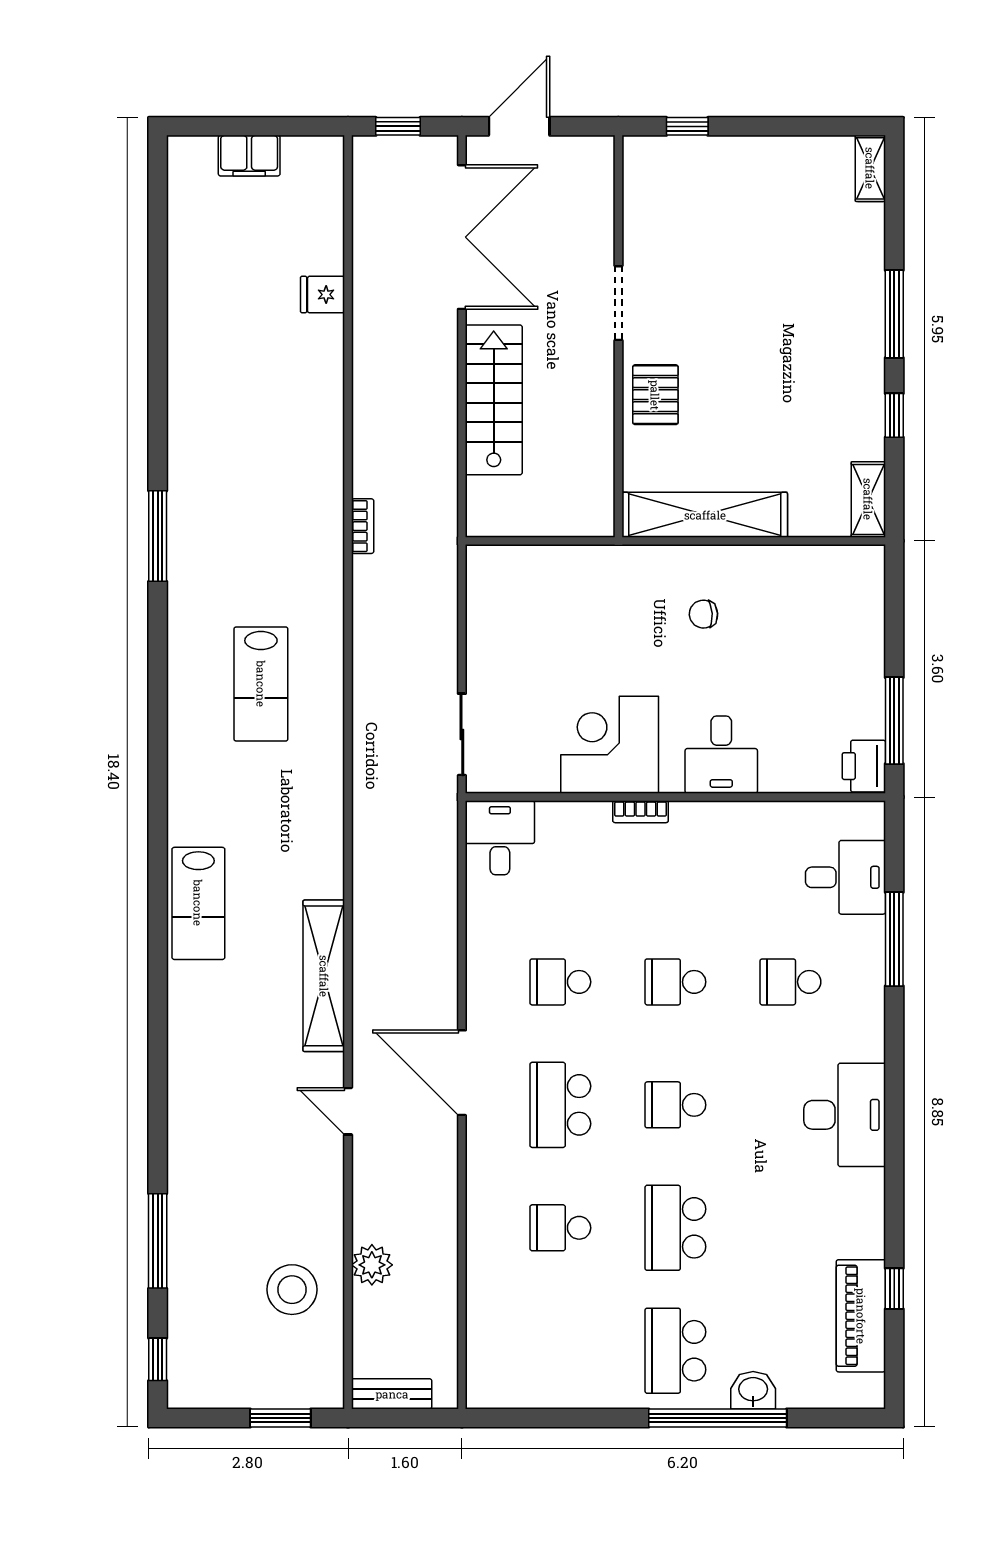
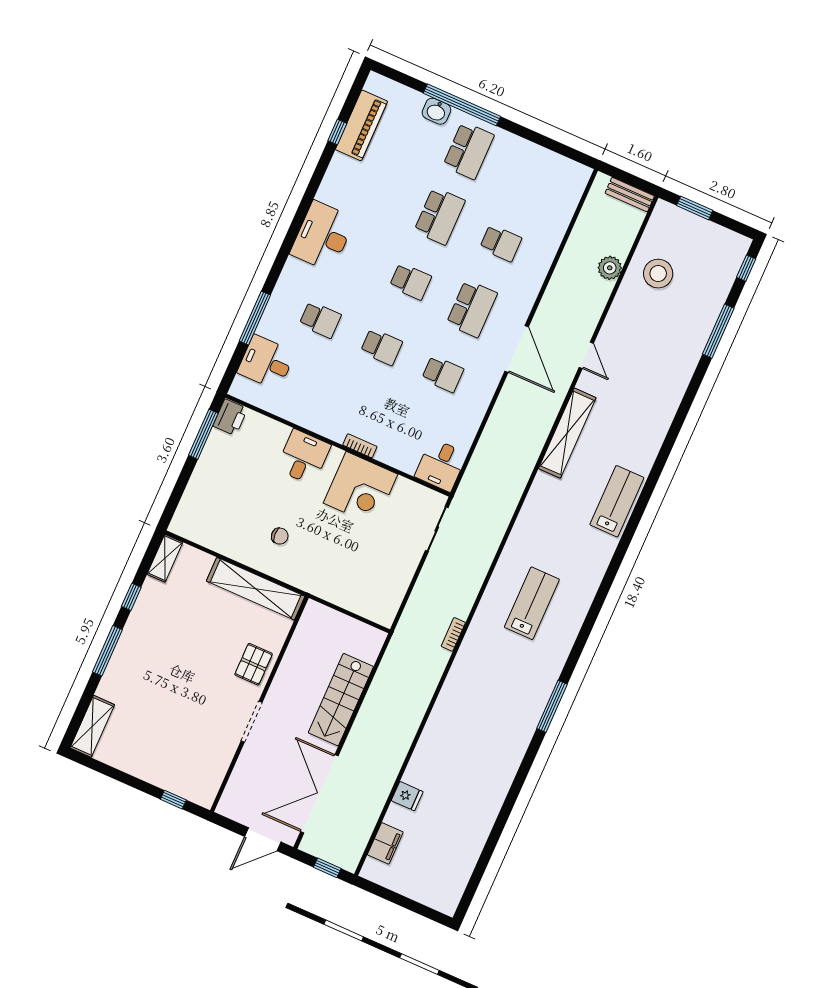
filing cabinet: (249, 156) -> (385, 843), moved, turned 90
shelving: (870, 168) -> (92, 726), width x1.50, depth x1.33
bookcase: (363, 526) -> (453, 634), moved

